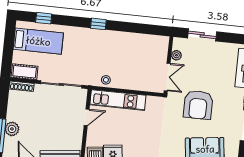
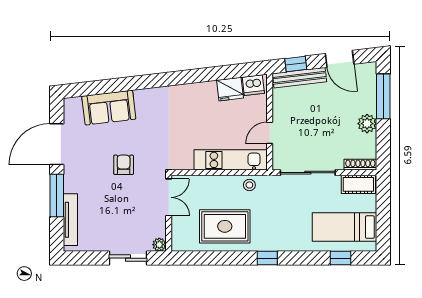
rug: (127, 51) -> (225, 226), added
plant: (176, 55) -> (159, 245), moved
double door: (167, 77) -> (169, 197), swing flipped
armchair: (198, 105) -> (124, 165), width x0.53, depth x0.53
plant: (12, 129) -> (367, 124), moved

